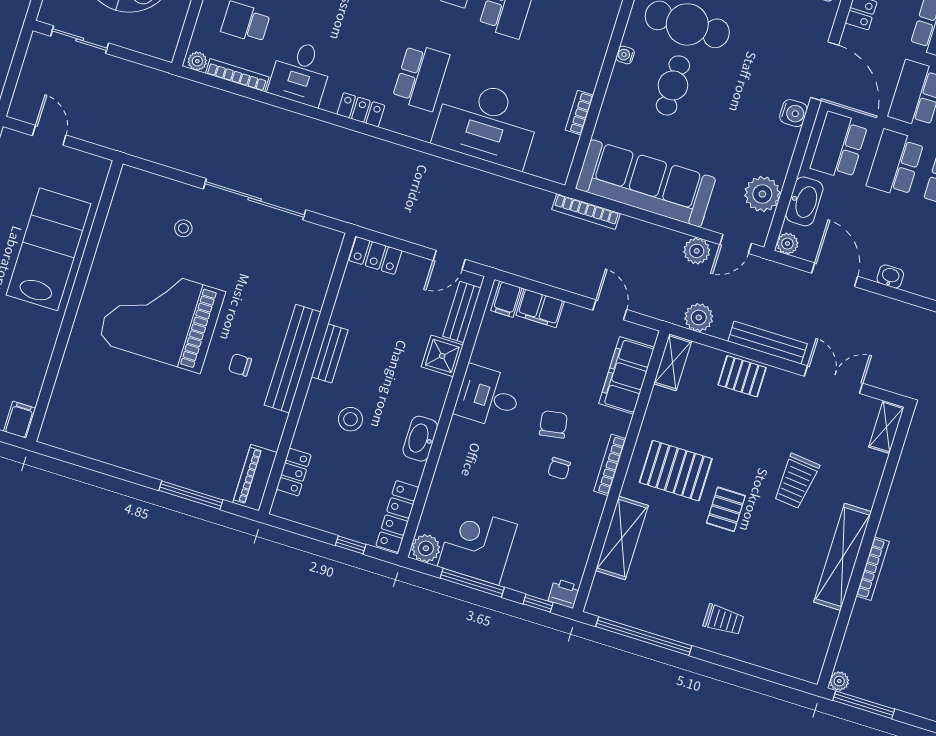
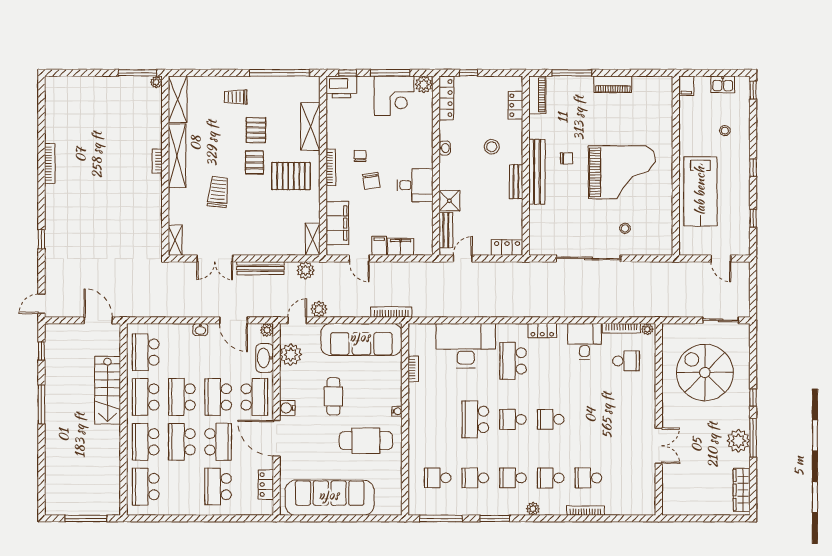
cafe table: (673, 85) -> (333, 396), moved
school desk: (895, 163) -> (218, 397), turned 180
filing cabinet: (506, 299) -> (379, 246), moved
pallet: (742, 376) -> (256, 130), moved, turned 90
washbasin: (420, 439) -> (445, 148), width x0.52, depth x0.69
piano: (133, 457) -> (613, 84), added
bookcase: (873, 569) -> (157, 161), width x0.64
printer: (564, 593) -> (341, 87), width x1.87, depth x1.48
shelving: (814, 644) -> (178, 99), added

